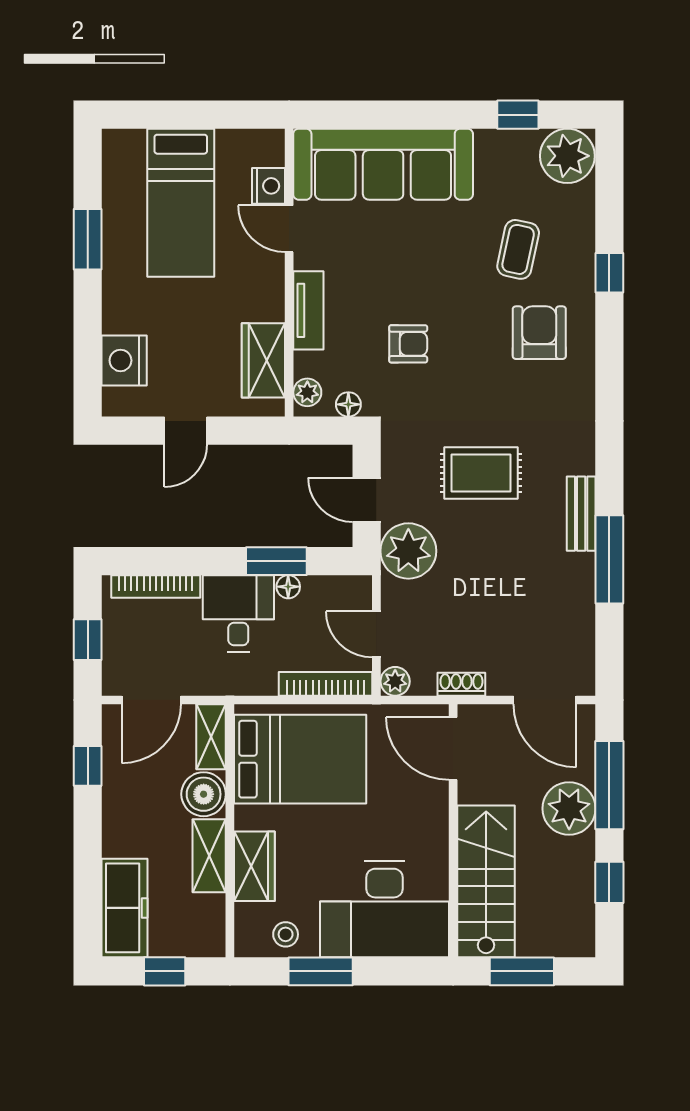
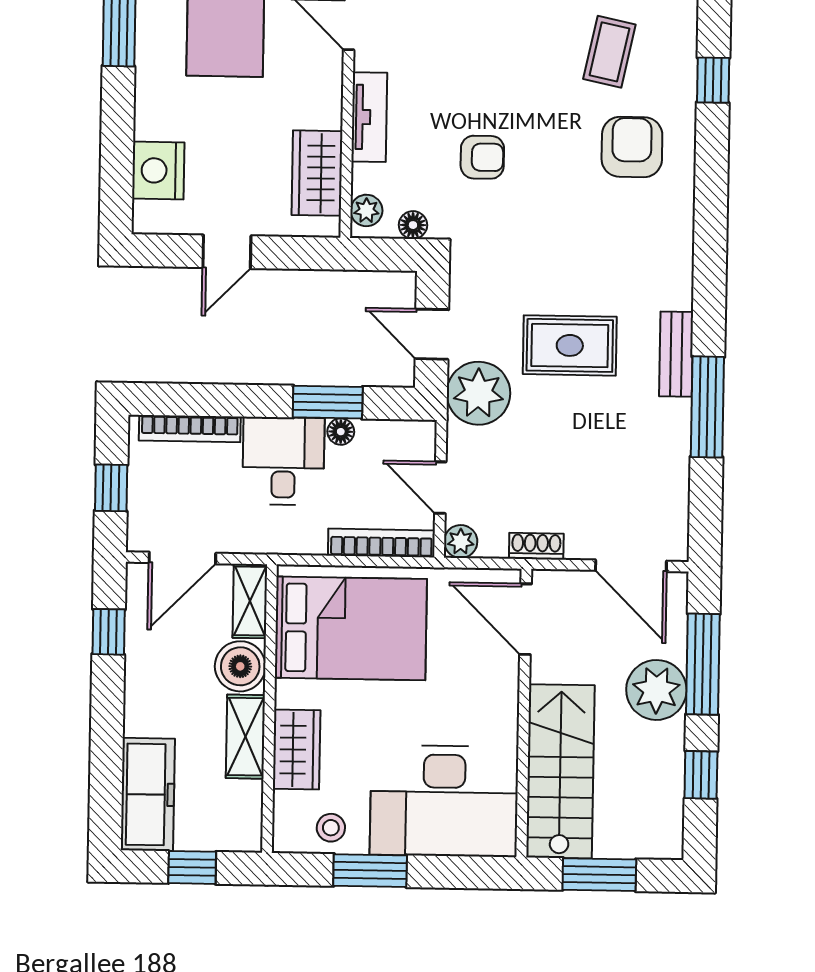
rug: (481, 473) -> (570, 345), moved

